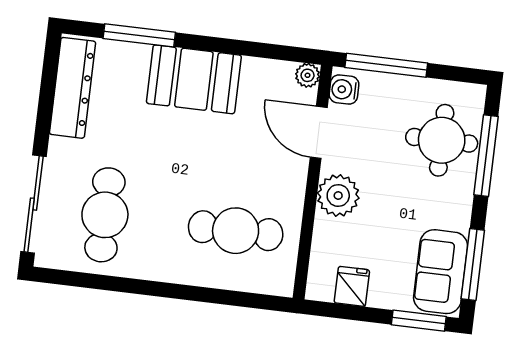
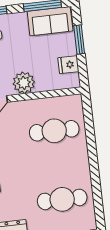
cafe table: (236, 231) -> (54, 131), turned 90
window: (419, 321) -> (79, 40), moved

